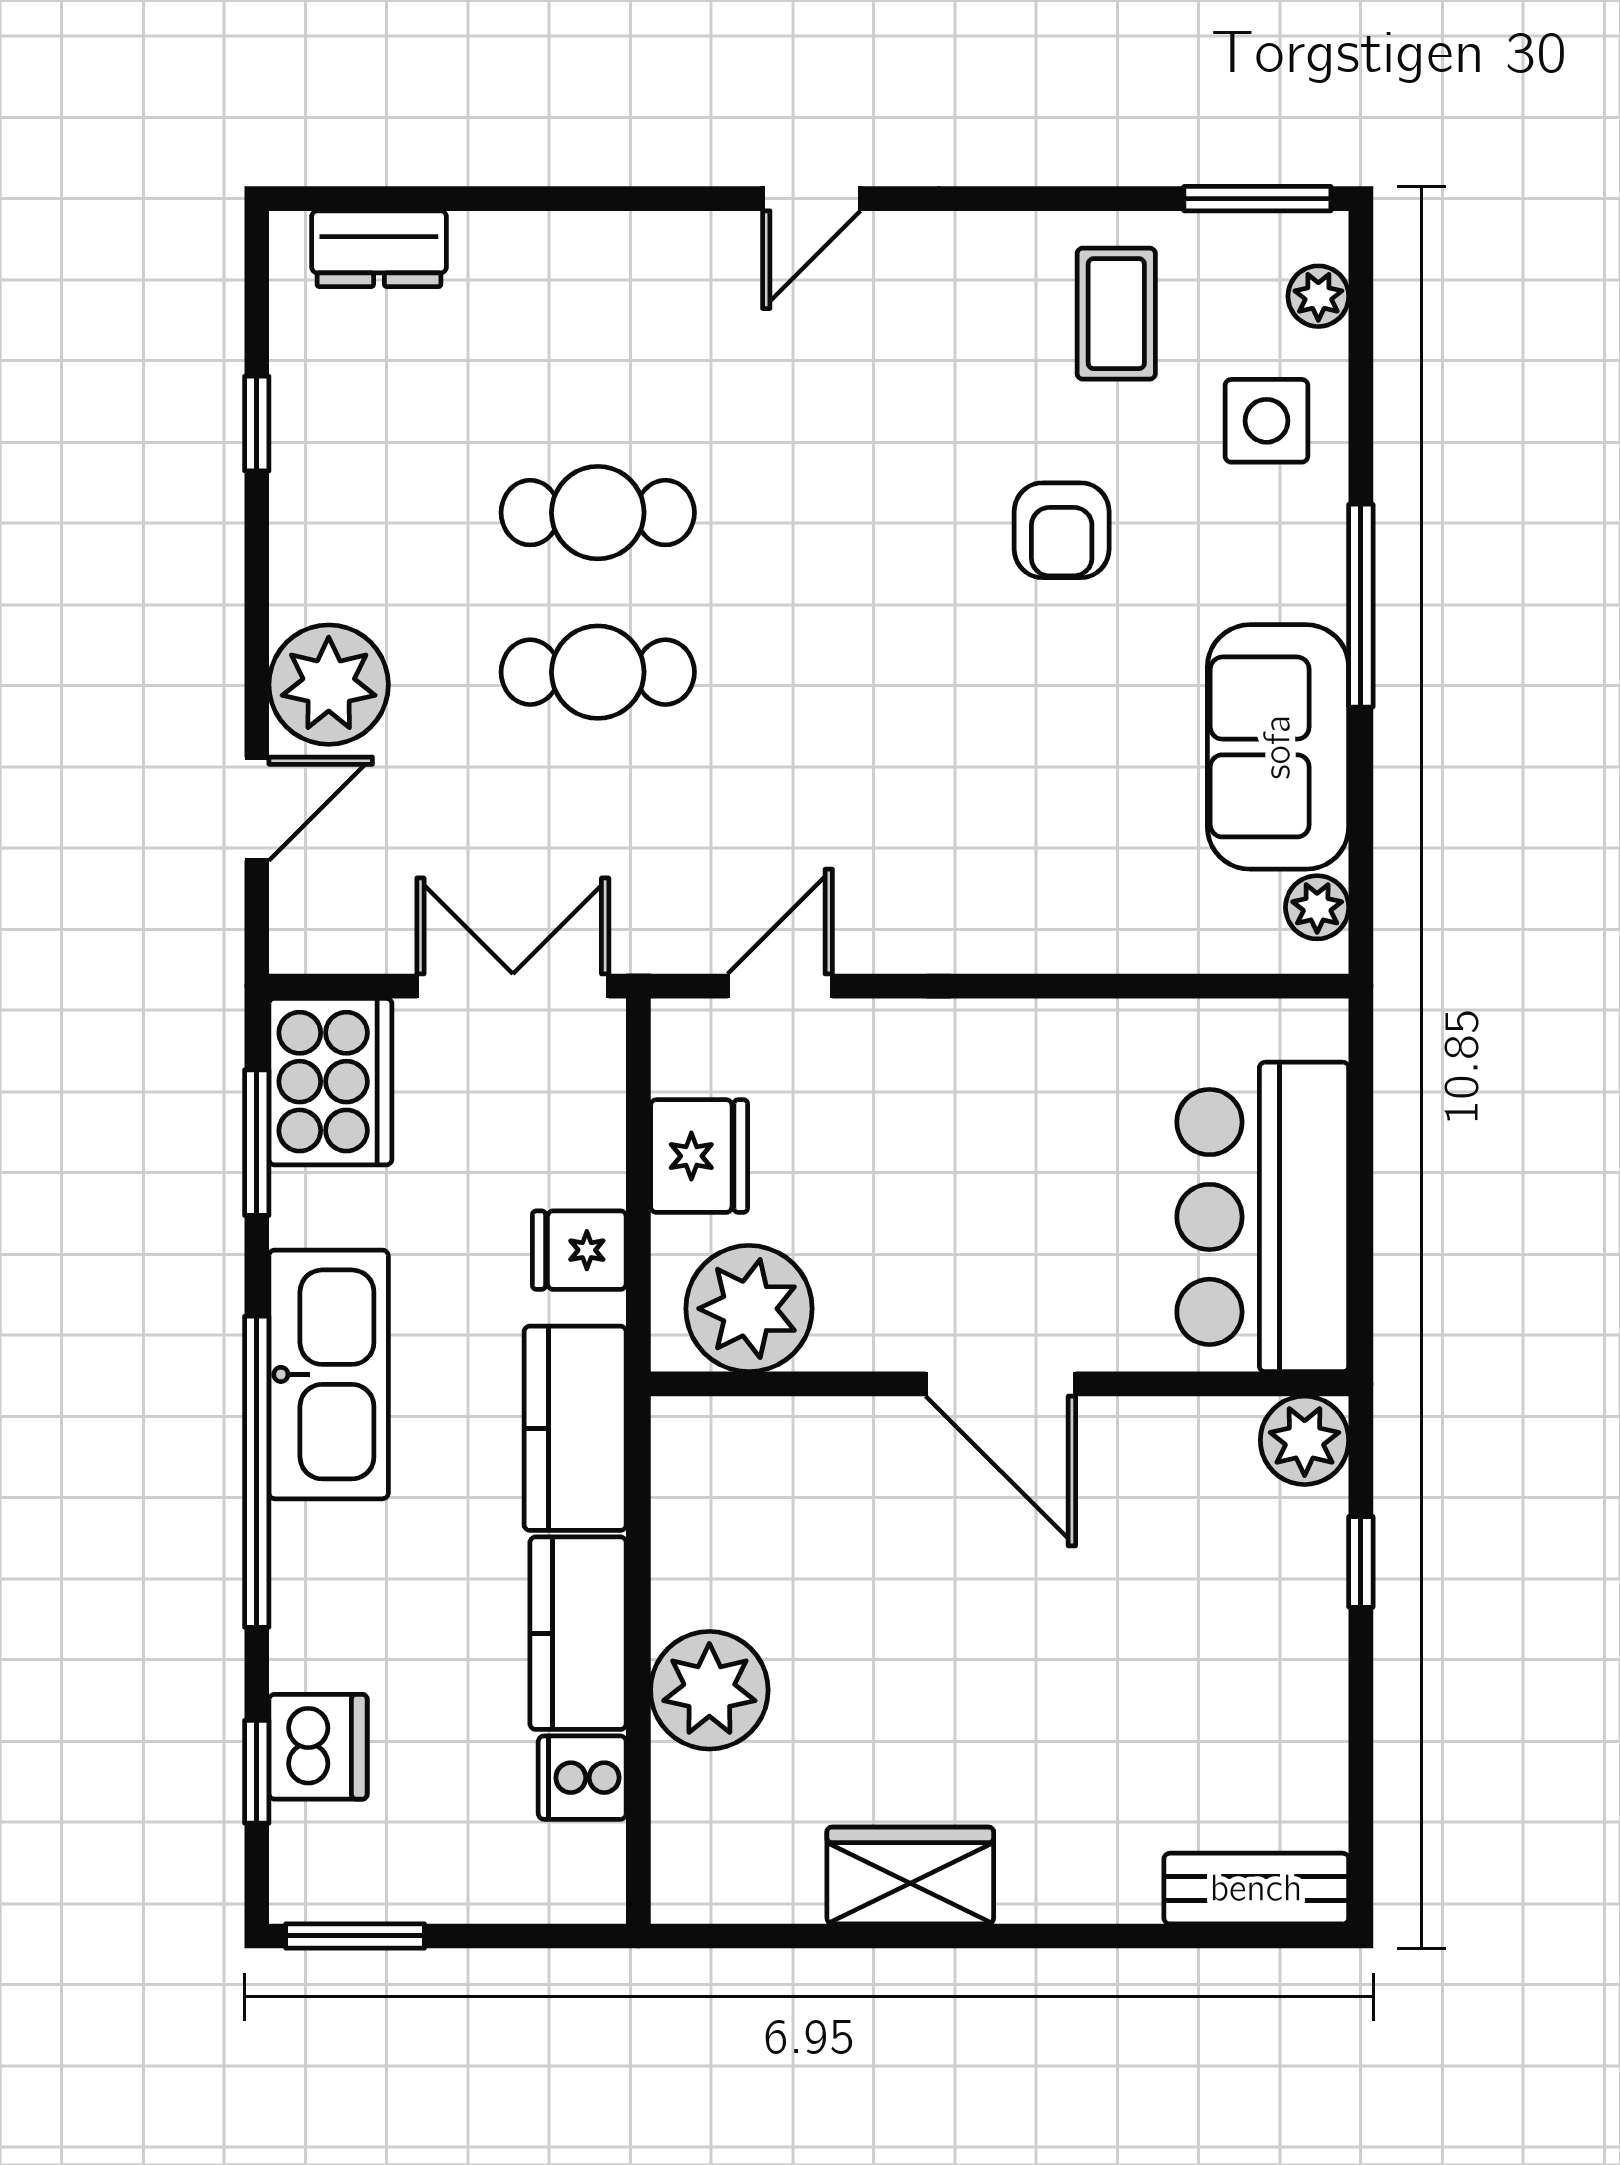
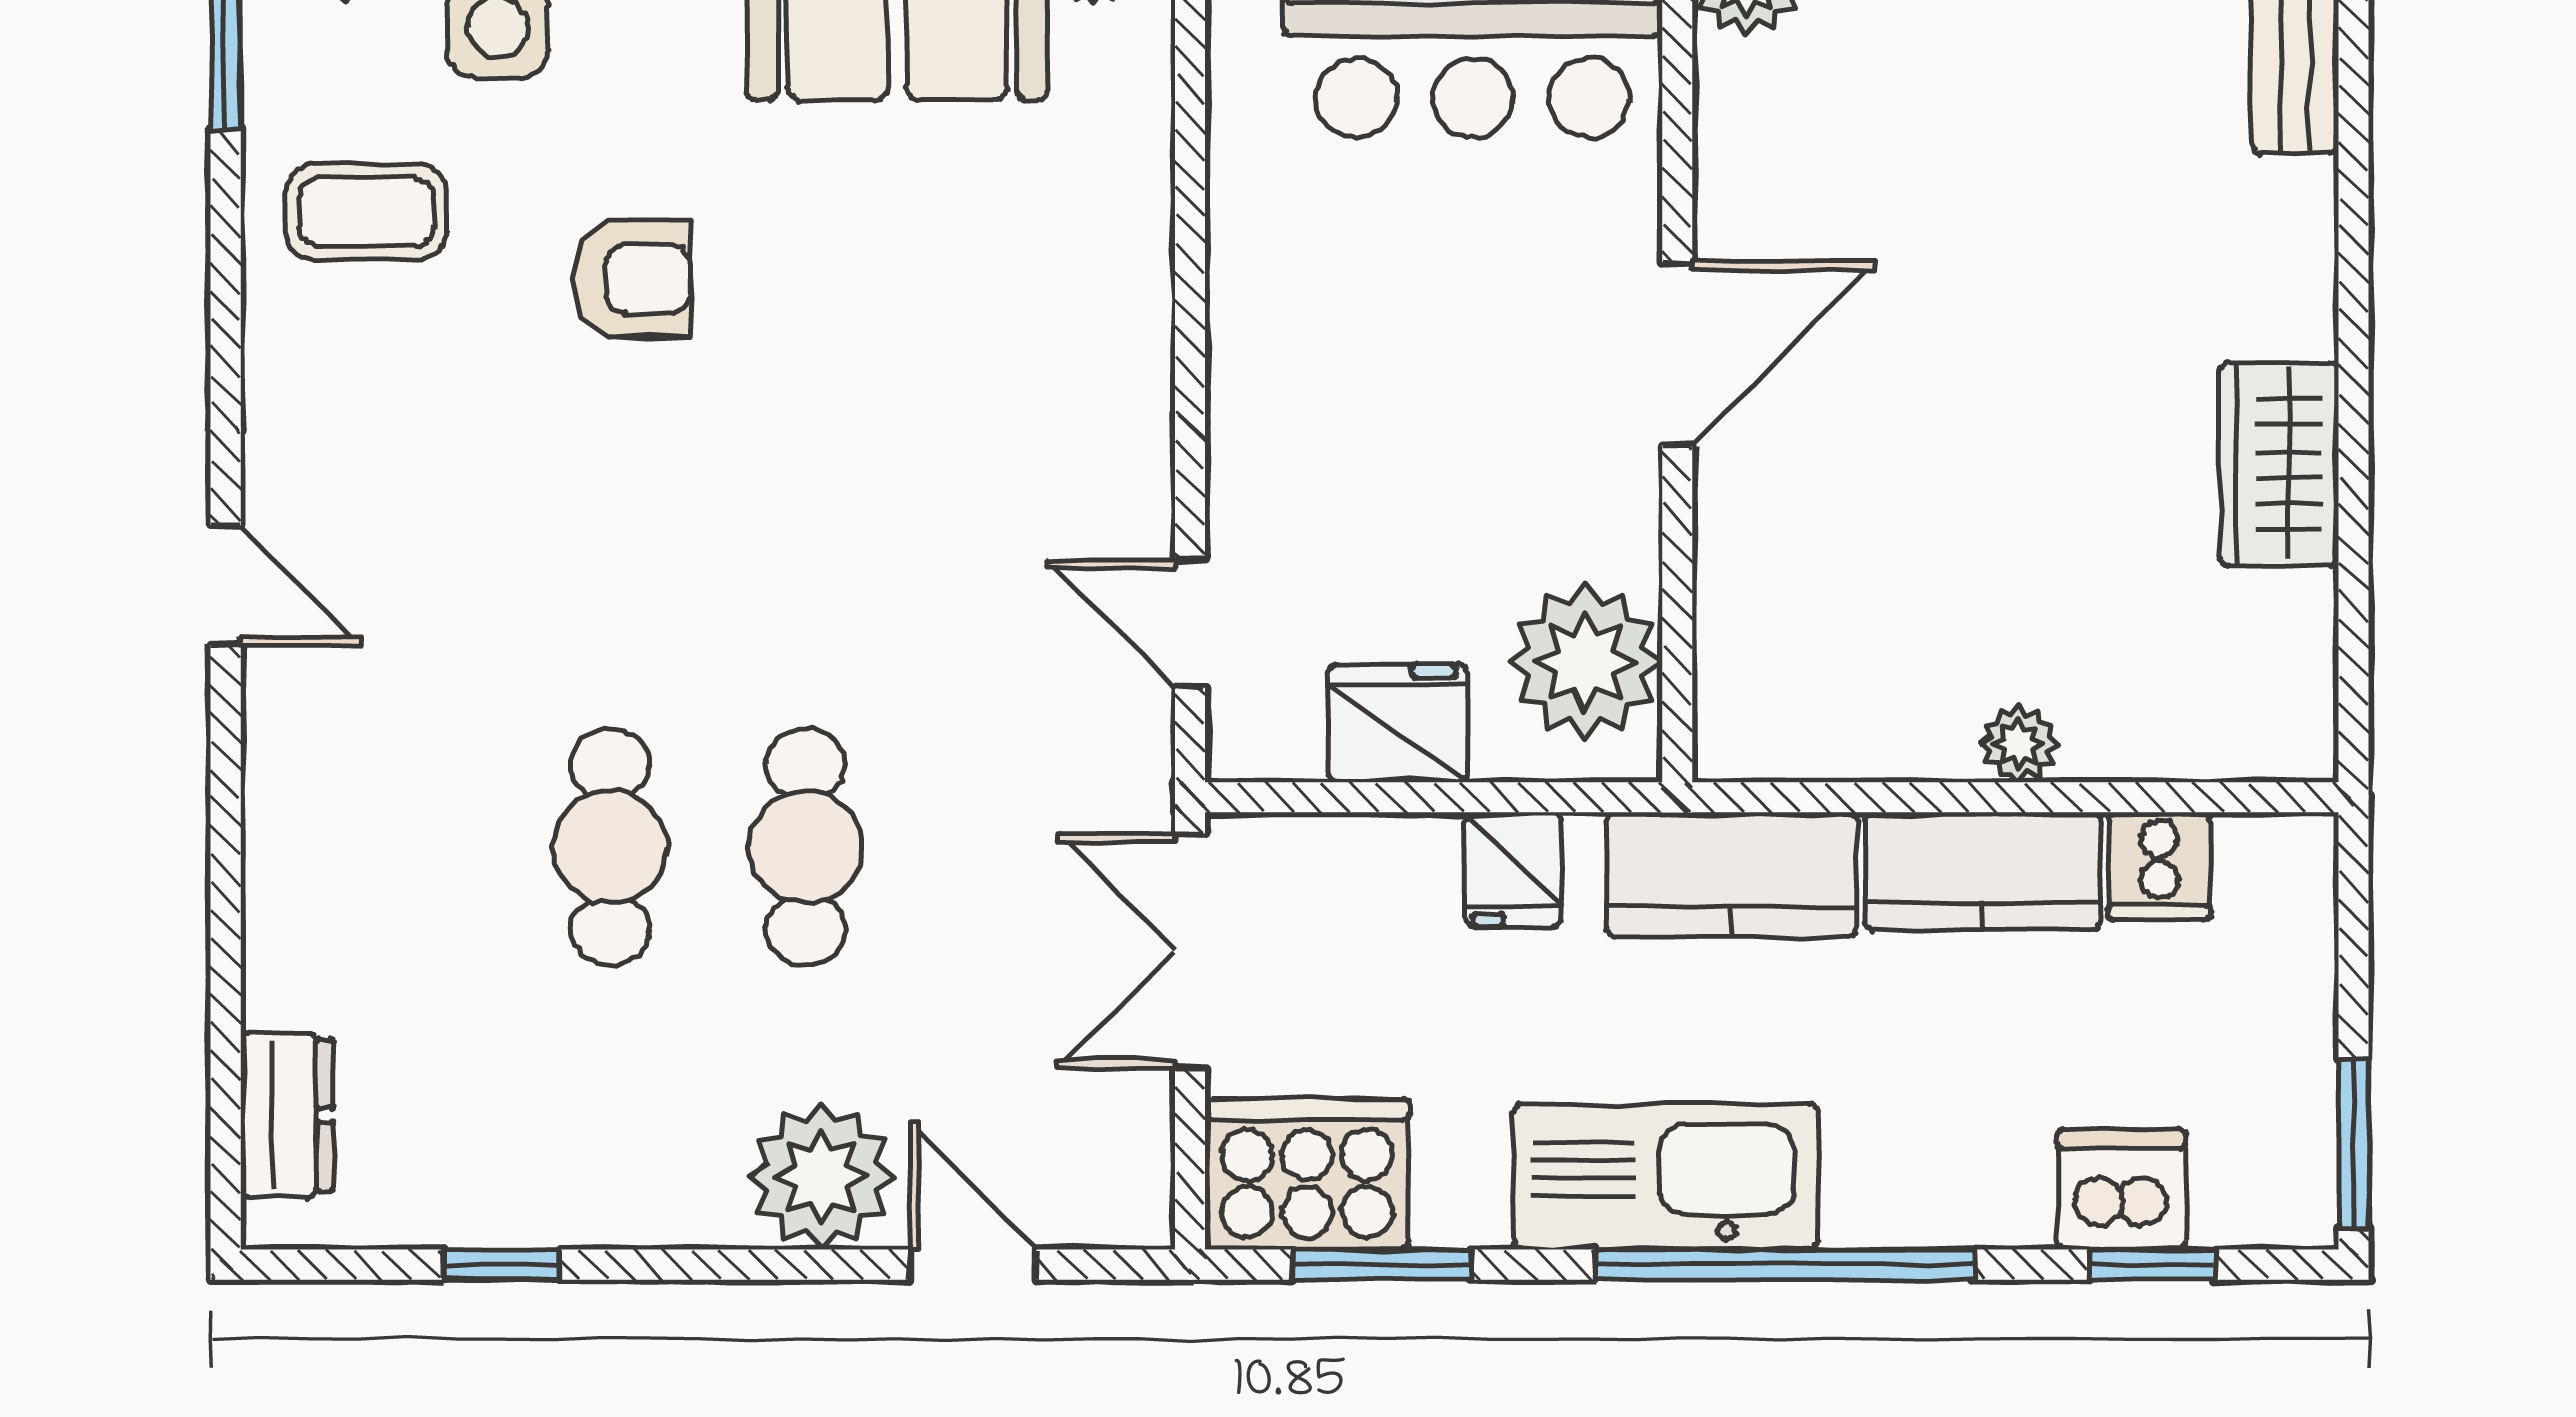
plant: (709, 1690) -> (2019, 744), width x0.53, depth x0.53

